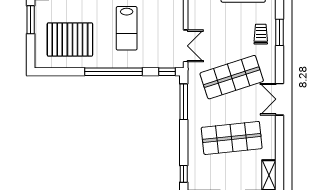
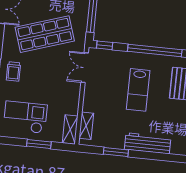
lab bench: (127, 28) -> (138, 90), turned 180

